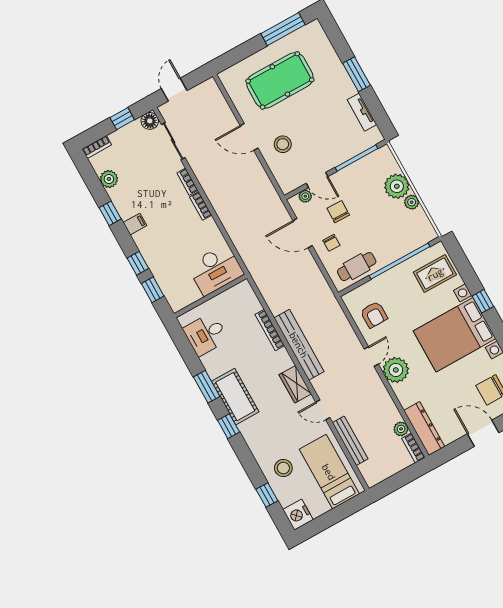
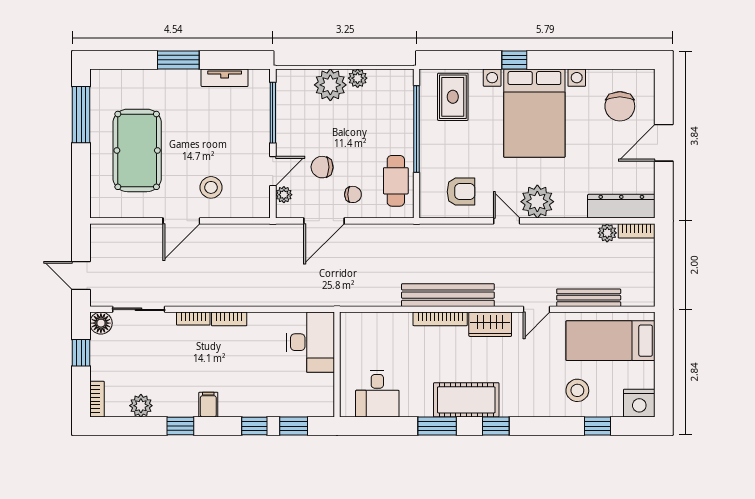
bookcase: (270, 330) -> (440, 319), moved

